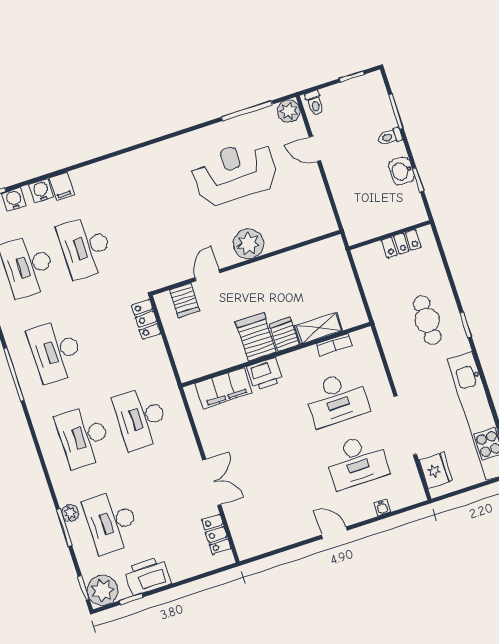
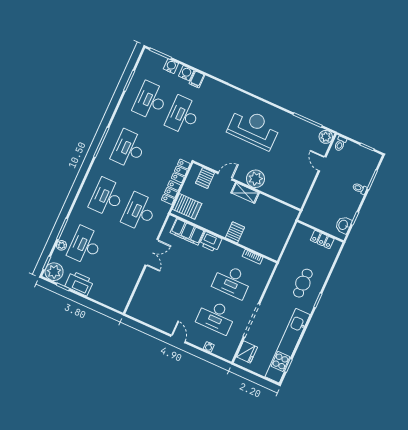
washbasin: (402, 171) -> (343, 225), moved
reception desk: (235, 173) -> (254, 128), moved
shelving: (319, 328) -> (245, 193), moved
server rack: (256, 337) -> (187, 206), moved, turned 90
double door: (212, 482) -> (152, 252), moved
plant: (70, 513) -> (61, 245), moved
locker: (216, 534) -> (171, 192), moved

